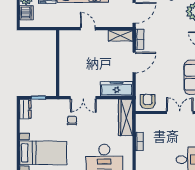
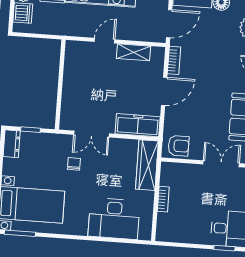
door: (88, 29) -> (104, 41), hinge flipped
shelving: (121, 36) -> (133, 52), moved
armchair: (148, 102) -> (179, 146), turned 90

